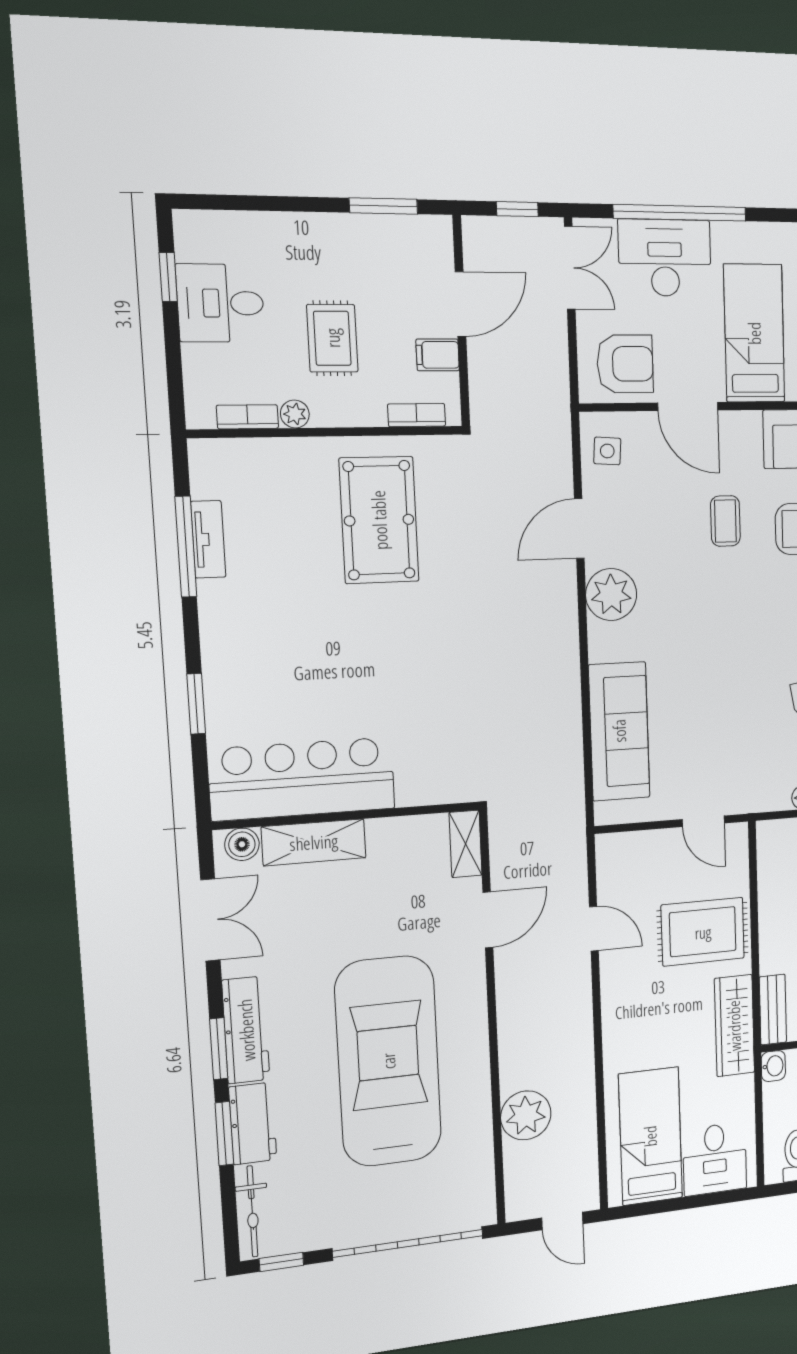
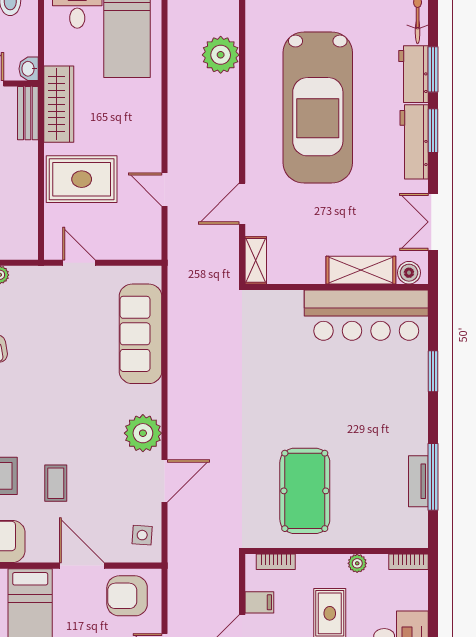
bookcase: (247, 417) -> (409, 562), moved

